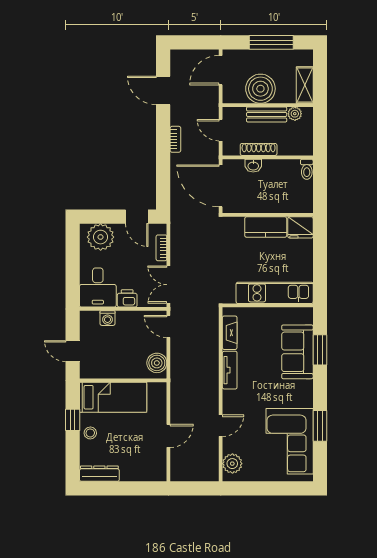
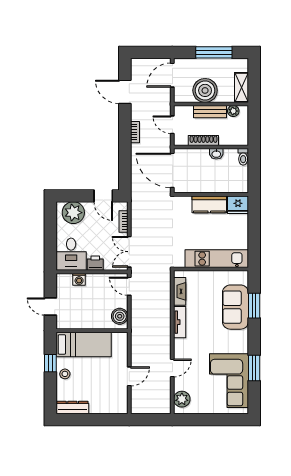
washbasin: (253, 166) -> (216, 154), moved

